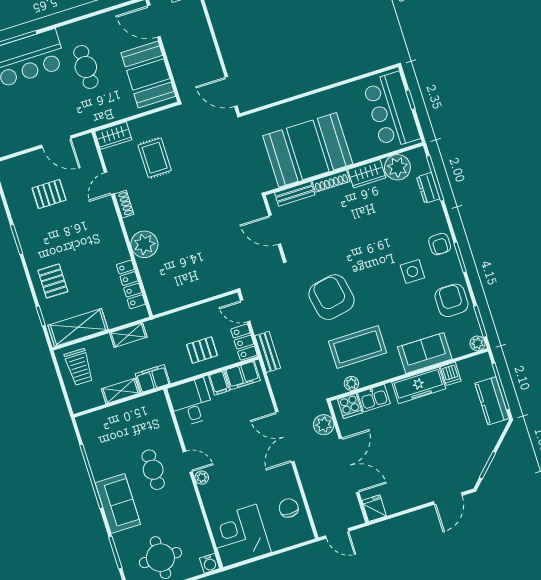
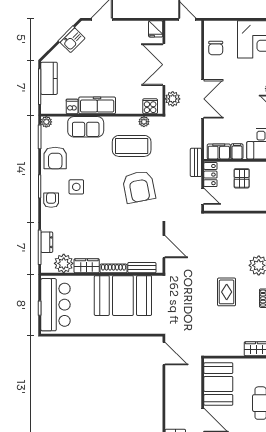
rug: (155, 158) -> (227, 292), moved
pallet: (202, 350) -> (242, 178), turned 90
kitchen sink: (374, 398) -> (73, 40), moved, turned 135

